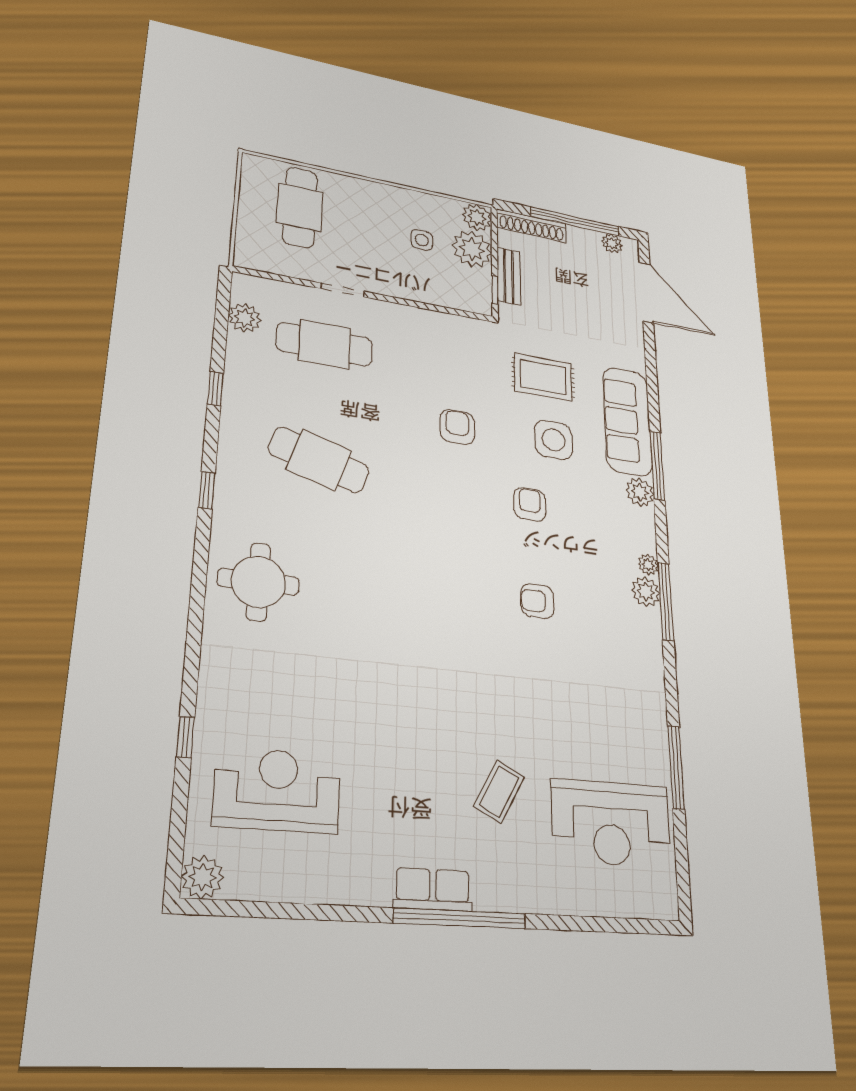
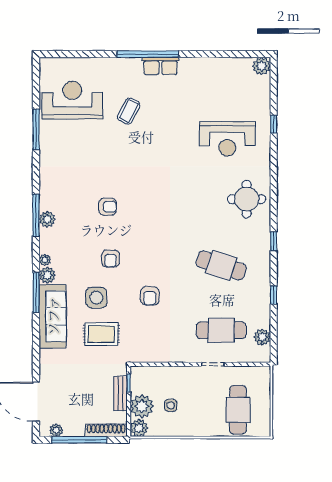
plant: (648, 565) -> (45, 260), moved
reception desk: (277, 790) -> (227, 139), moved

